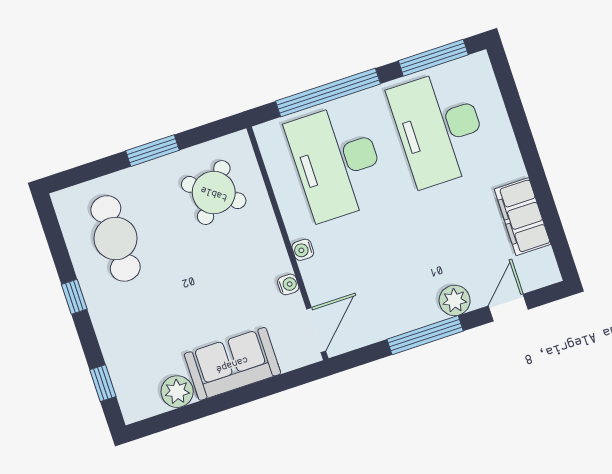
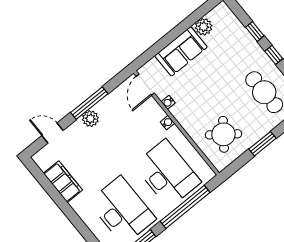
plant: (455, 300) -> (90, 119), moved
door: (508, 308) -> (53, 133), swing flipped
window: (103, 383) -> (255, 32), moved

